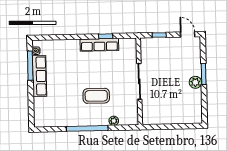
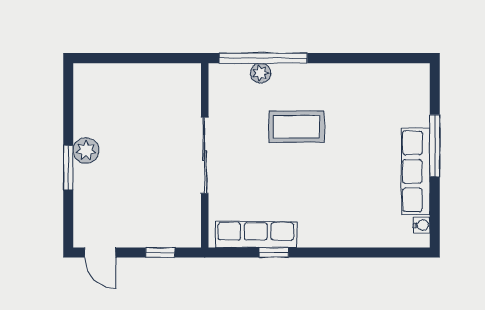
row of seats: (99, 45) -> (256, 234), moved
window: (30, 66) -> (435, 146), moved
window: (87, 128) -> (263, 58), moved

